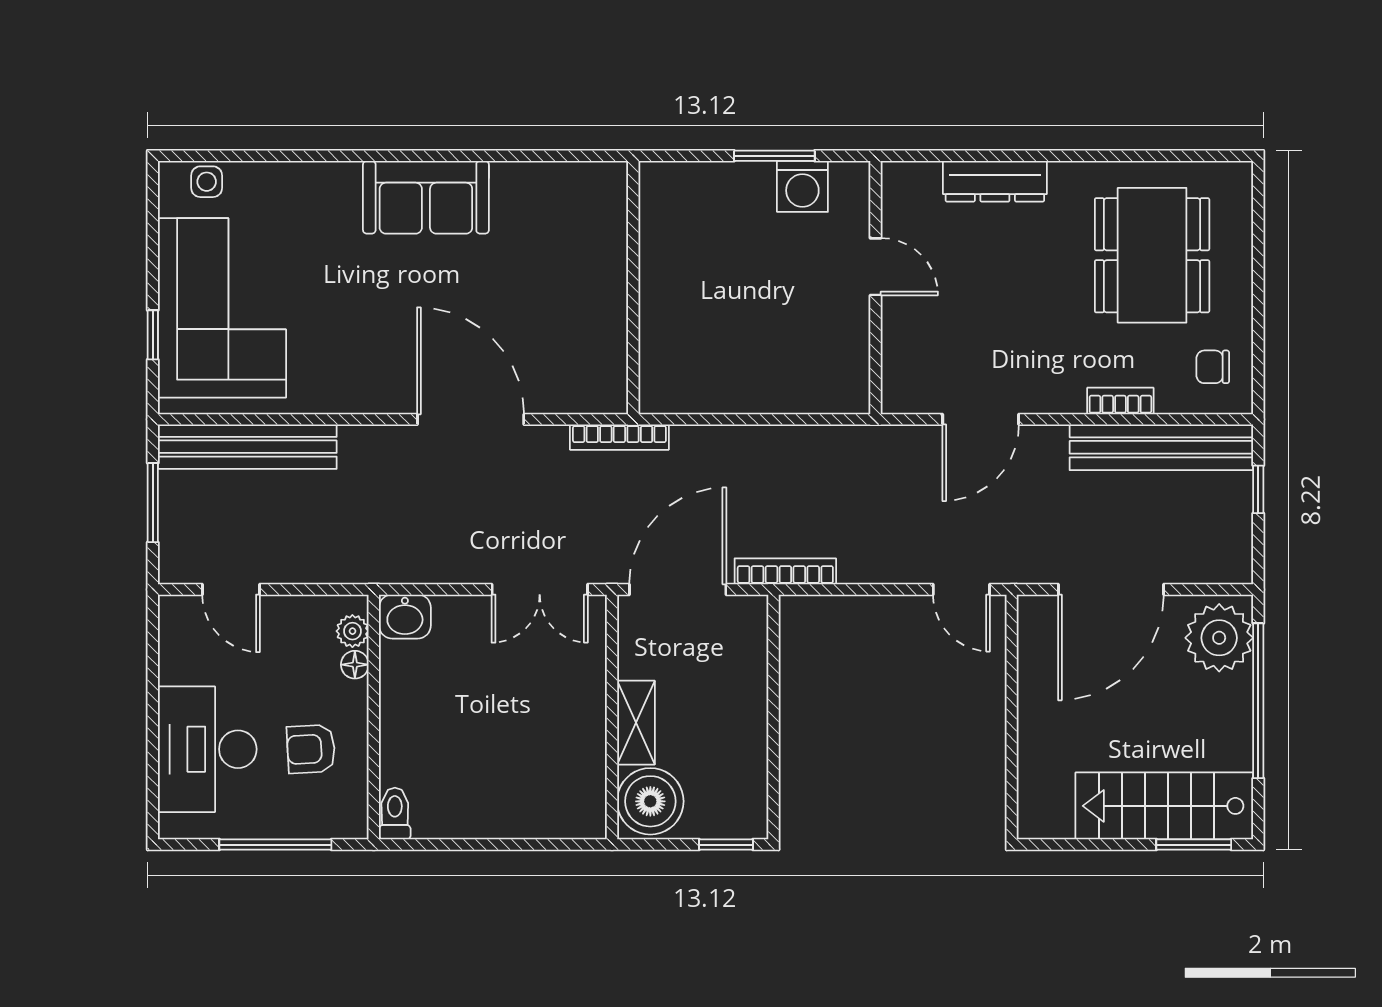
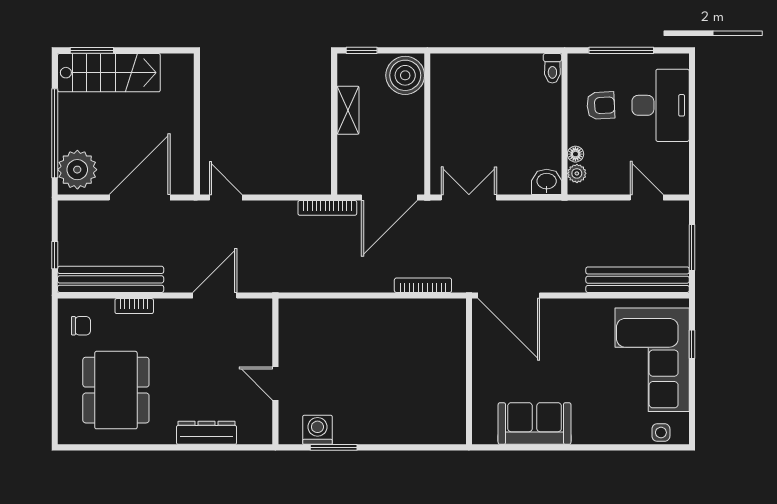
wall: (633, 288) -> (469, 371), moved
shelving: (636, 723) -> (348, 110), moved

